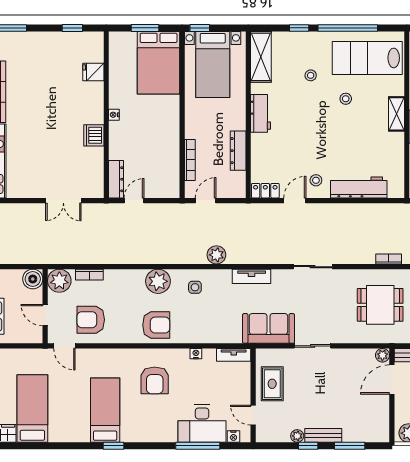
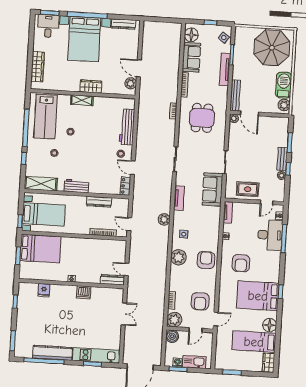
armchair: (155, 380) -> (241, 263), turned 90
bed: (105, 410) -> (258, 296), width x1.50
floor lamp: (60, 432) -> (270, 325), added

